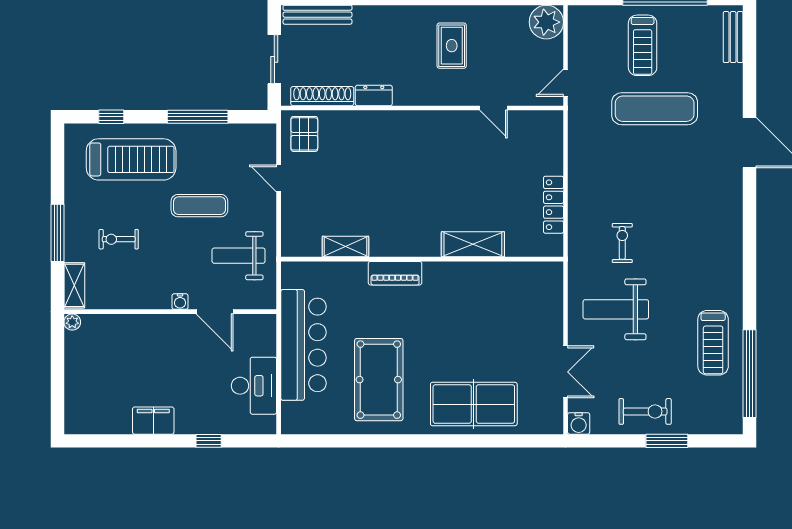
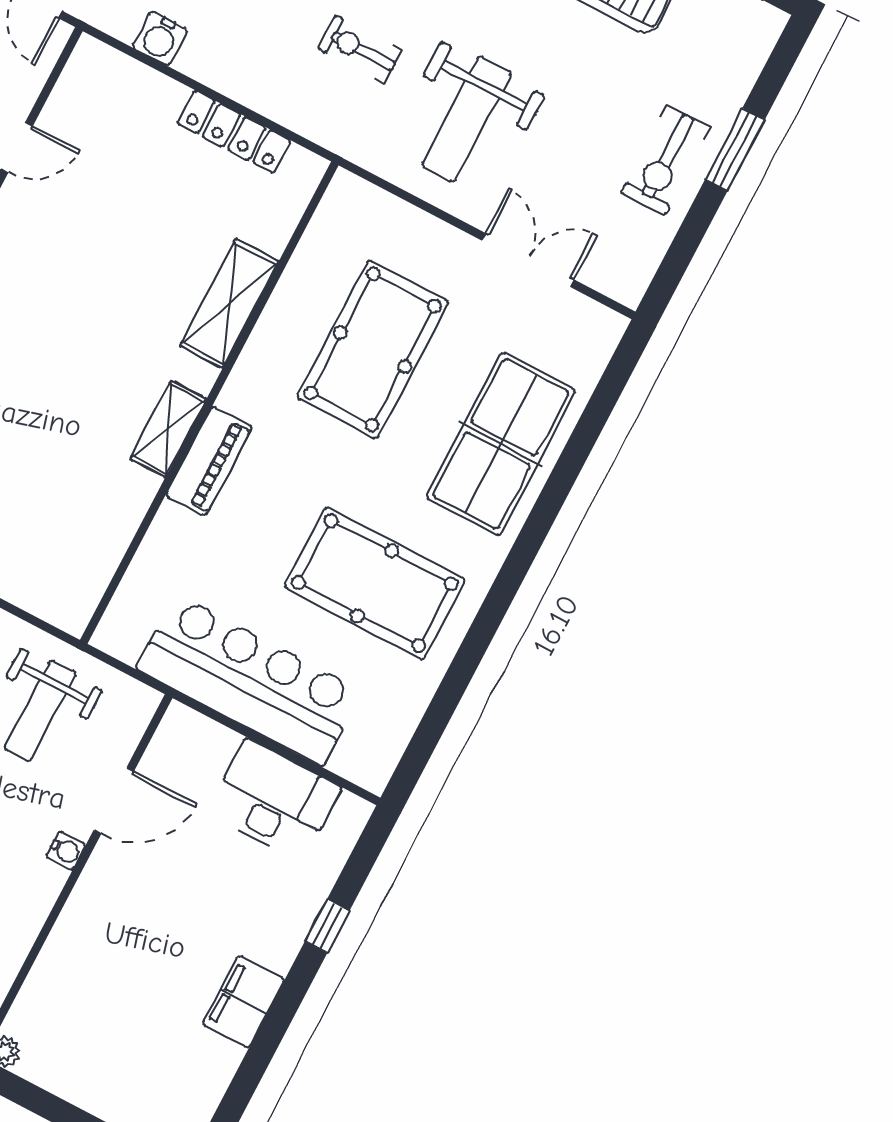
shelving: (345, 246) -> (168, 429), moved
pool table: (486, 322) -> (373, 349), added
exercise bike: (645, 411) -> (666, 160), turned 180
water cooler: (579, 423) -> (160, 39), moved, turned 90

